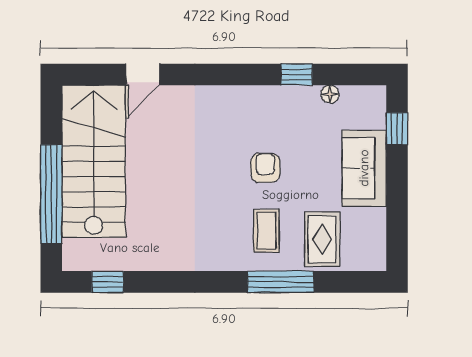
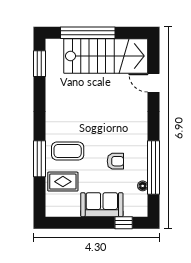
window: (297, 74) -> (153, 168), width x3.17
armchair: (265, 168) -> (115, 161), moved
coffee table: (266, 231) -> (68, 151), width x1.36, depth x1.30
window: (108, 282) -> (39, 64), width x1.50

